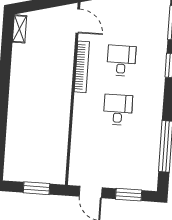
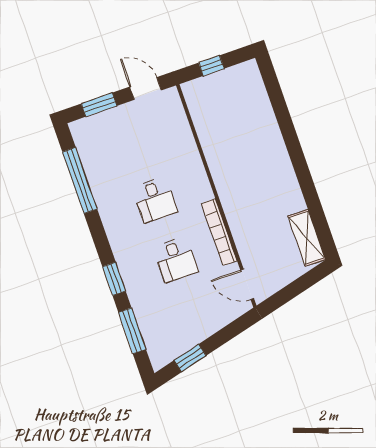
shelving: (19, 29) -> (307, 238), width x1.50, depth x1.33
window: (36, 188) -> (211, 66), width x0.67

